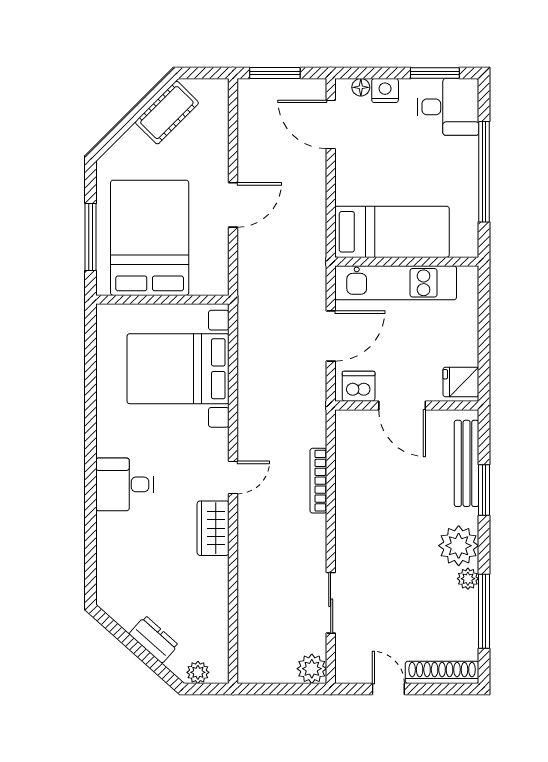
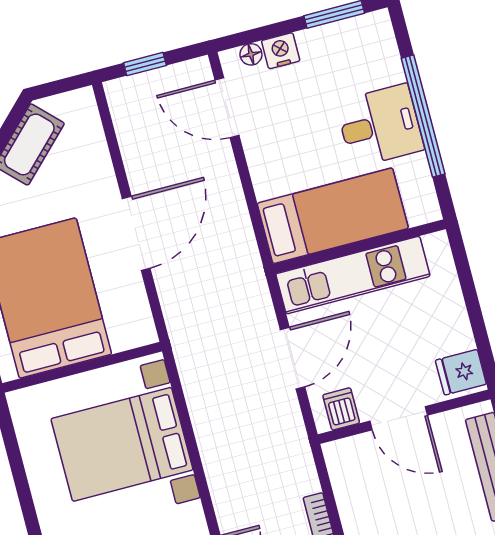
window: (275, 73) -> (145, 64), width x0.67
desk: (448, 107) -> (380, 126), moved
door: (233, 205) -> (136, 233), width x1.36
dishwasher: (359, 386) -> (341, 409), width x0.73

